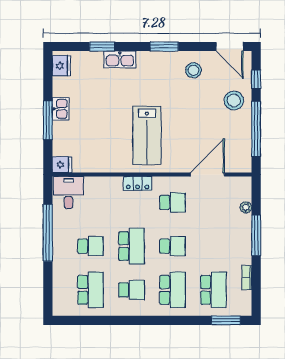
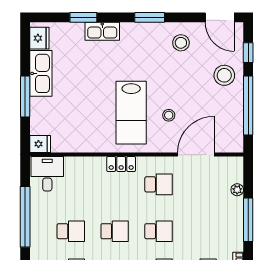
kitchen sink: (61, 109) -> (41, 73), width x1.88, depth x1.24
stool: (182, 138) -> (169, 115), added
school desk: (132, 246) -> (115, 231), width x0.54

